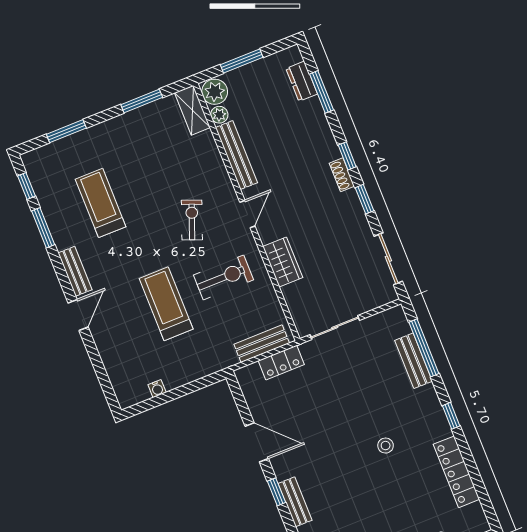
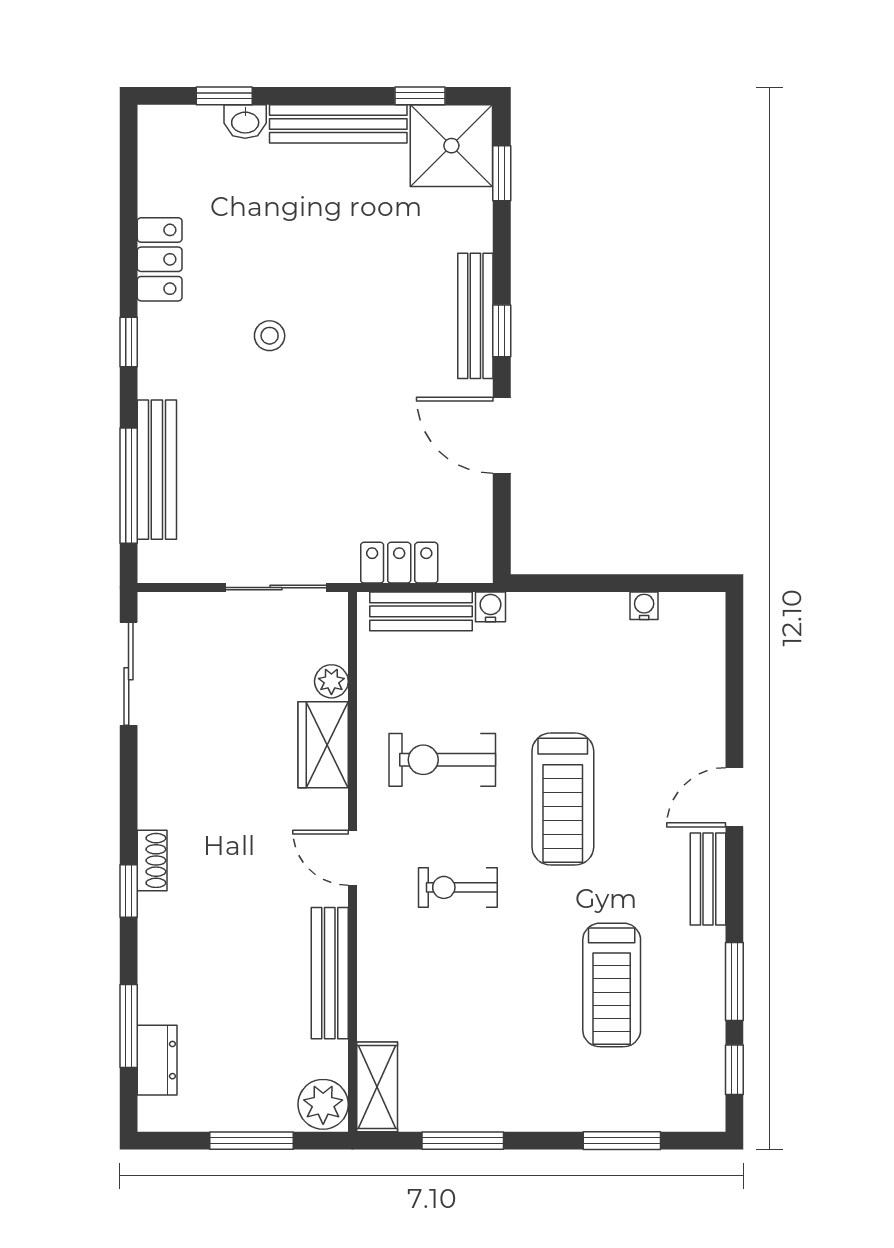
plant: (219, 115) -> (331, 681), moved
window: (364, 199) -> (129, 800), removed
door: (247, 214) -> (352, 858), hinge flipped
exercise bike: (192, 220) -> (458, 887), turned 69
treadmill: (166, 304) -> (563, 799), moved
water cooler: (230, 359) -> (491, 607), added
bench: (414, 361) -> (157, 470), width x1.36
locker: (456, 472) -> (160, 259), width x0.66
bench: (295, 502) -> (475, 316), width x1.36

